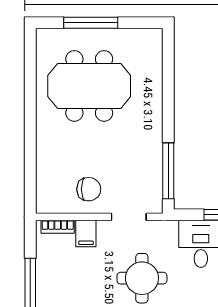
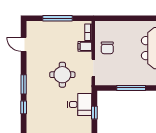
window: (168, 171) -> (131, 88), moved

